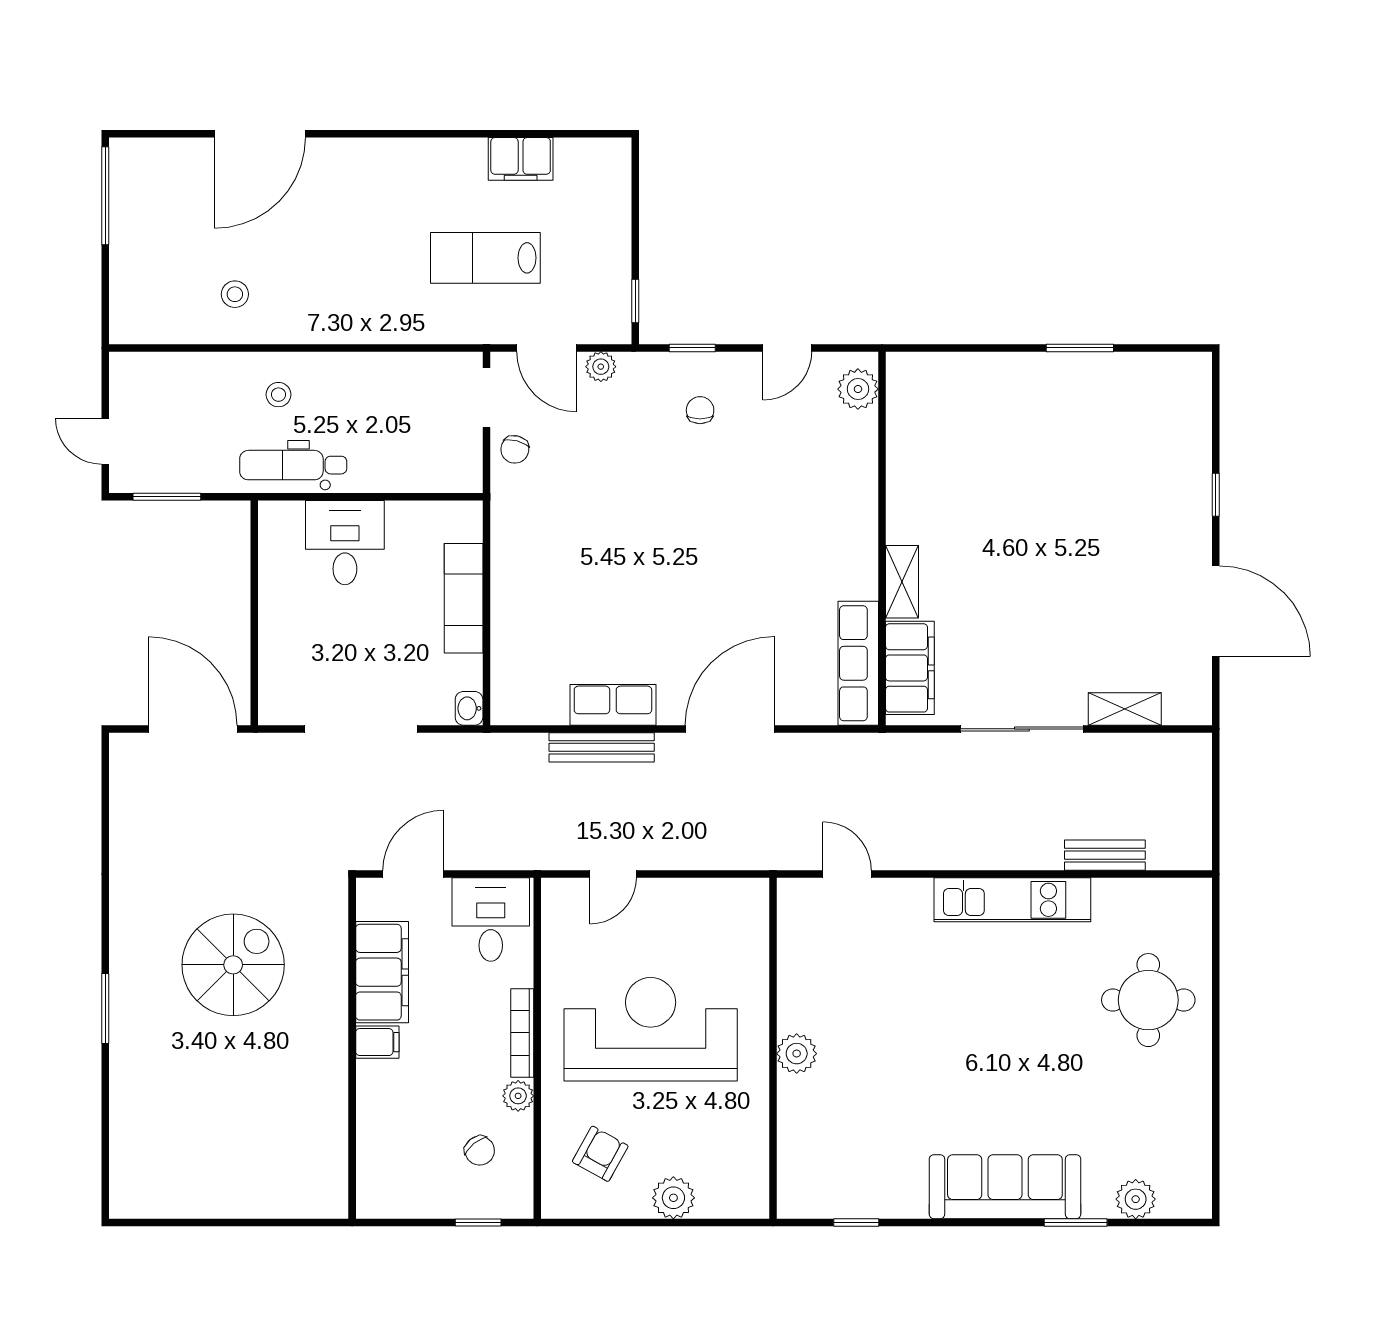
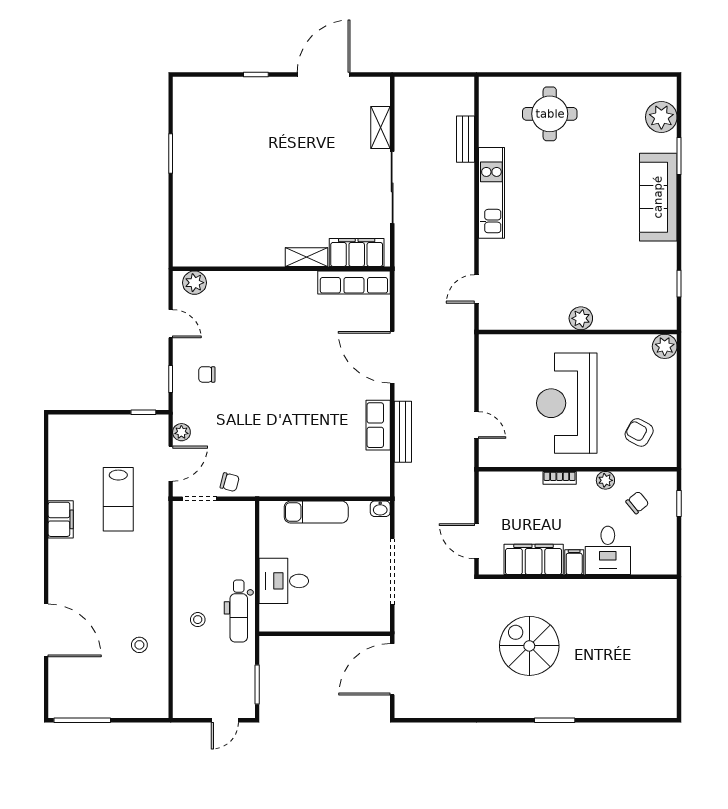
filing cabinet: (521, 159) -> (61, 519), moved
desk: (491, 920) -> (608, 550), moved, turned -90
bookcase: (522, 1033) -> (560, 478), width x0.64
plant: (673, 1198) -> (665, 346), moved
plant: (1136, 1199) -> (661, 117), width x1.36, depth x1.36

